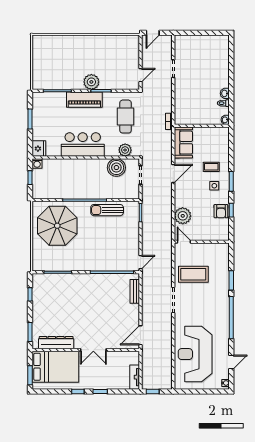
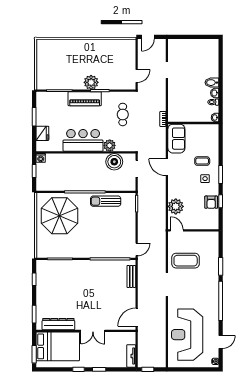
bidet: (222, 82) -> (212, 83), added
cafe table: (126, 117) -> (123, 114), width x0.73, depth x0.74
fridge: (39, 149) -> (42, 133), moved
plant: (125, 150) -> (110, 145), moved
door: (173, 173) -> (167, 167), swing flipped

